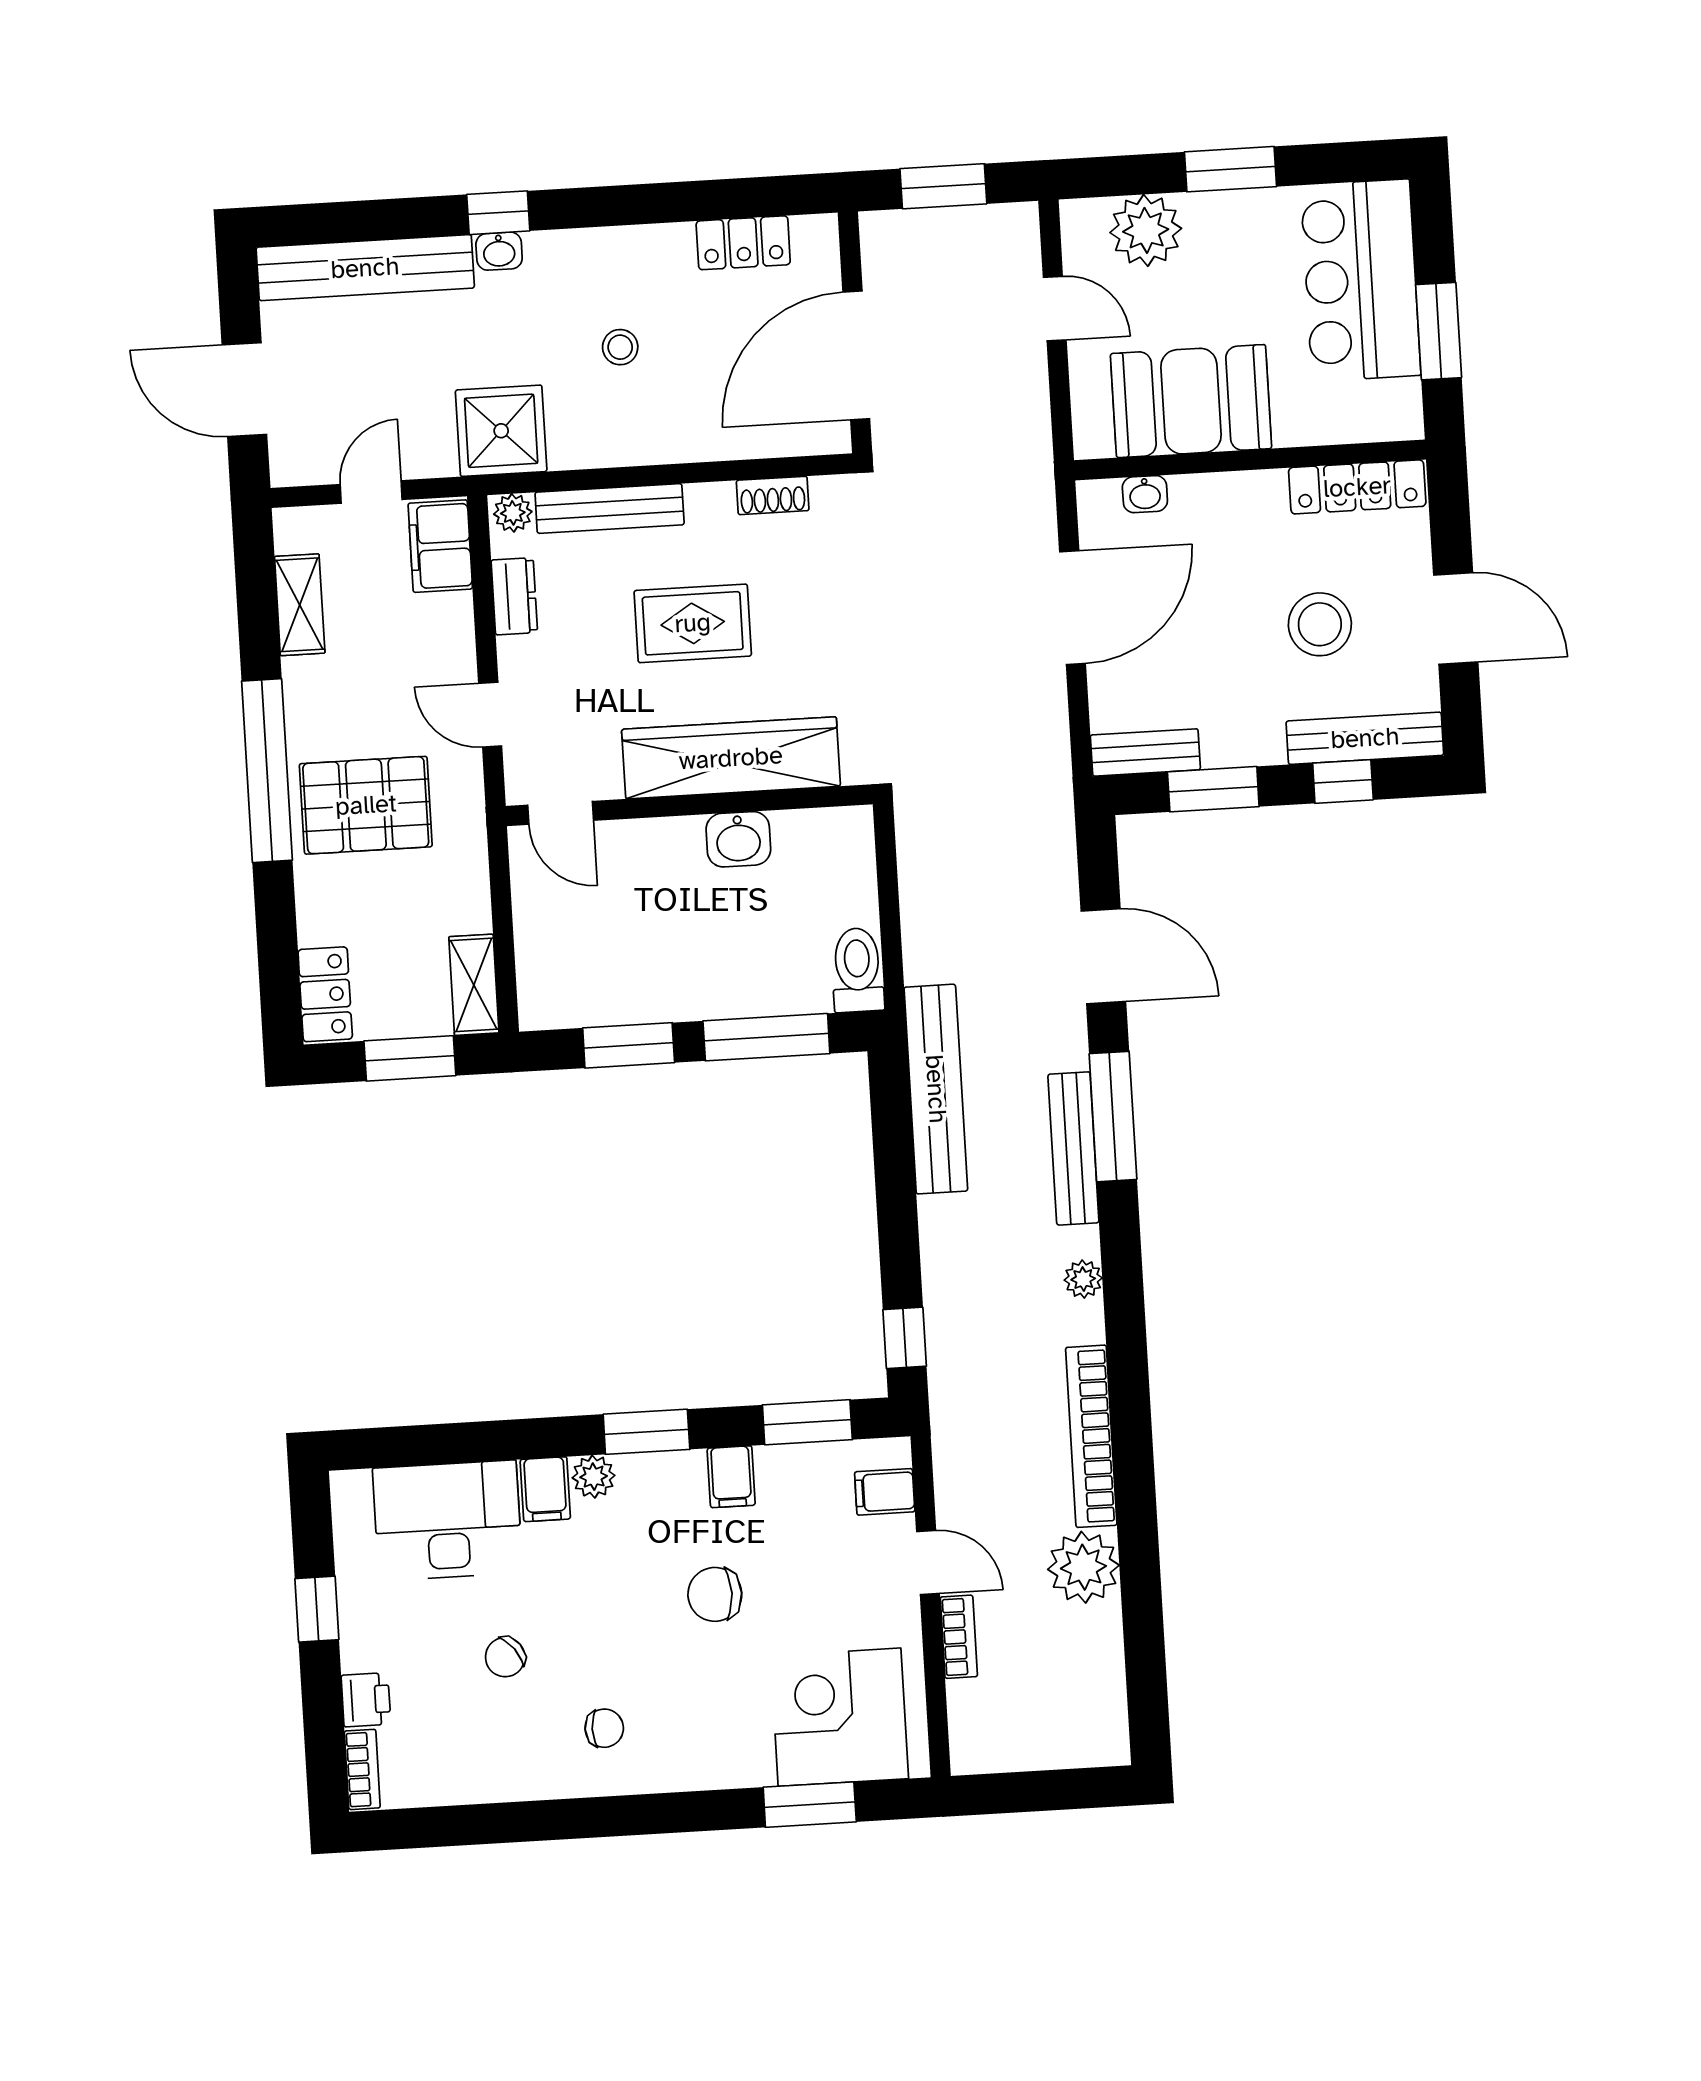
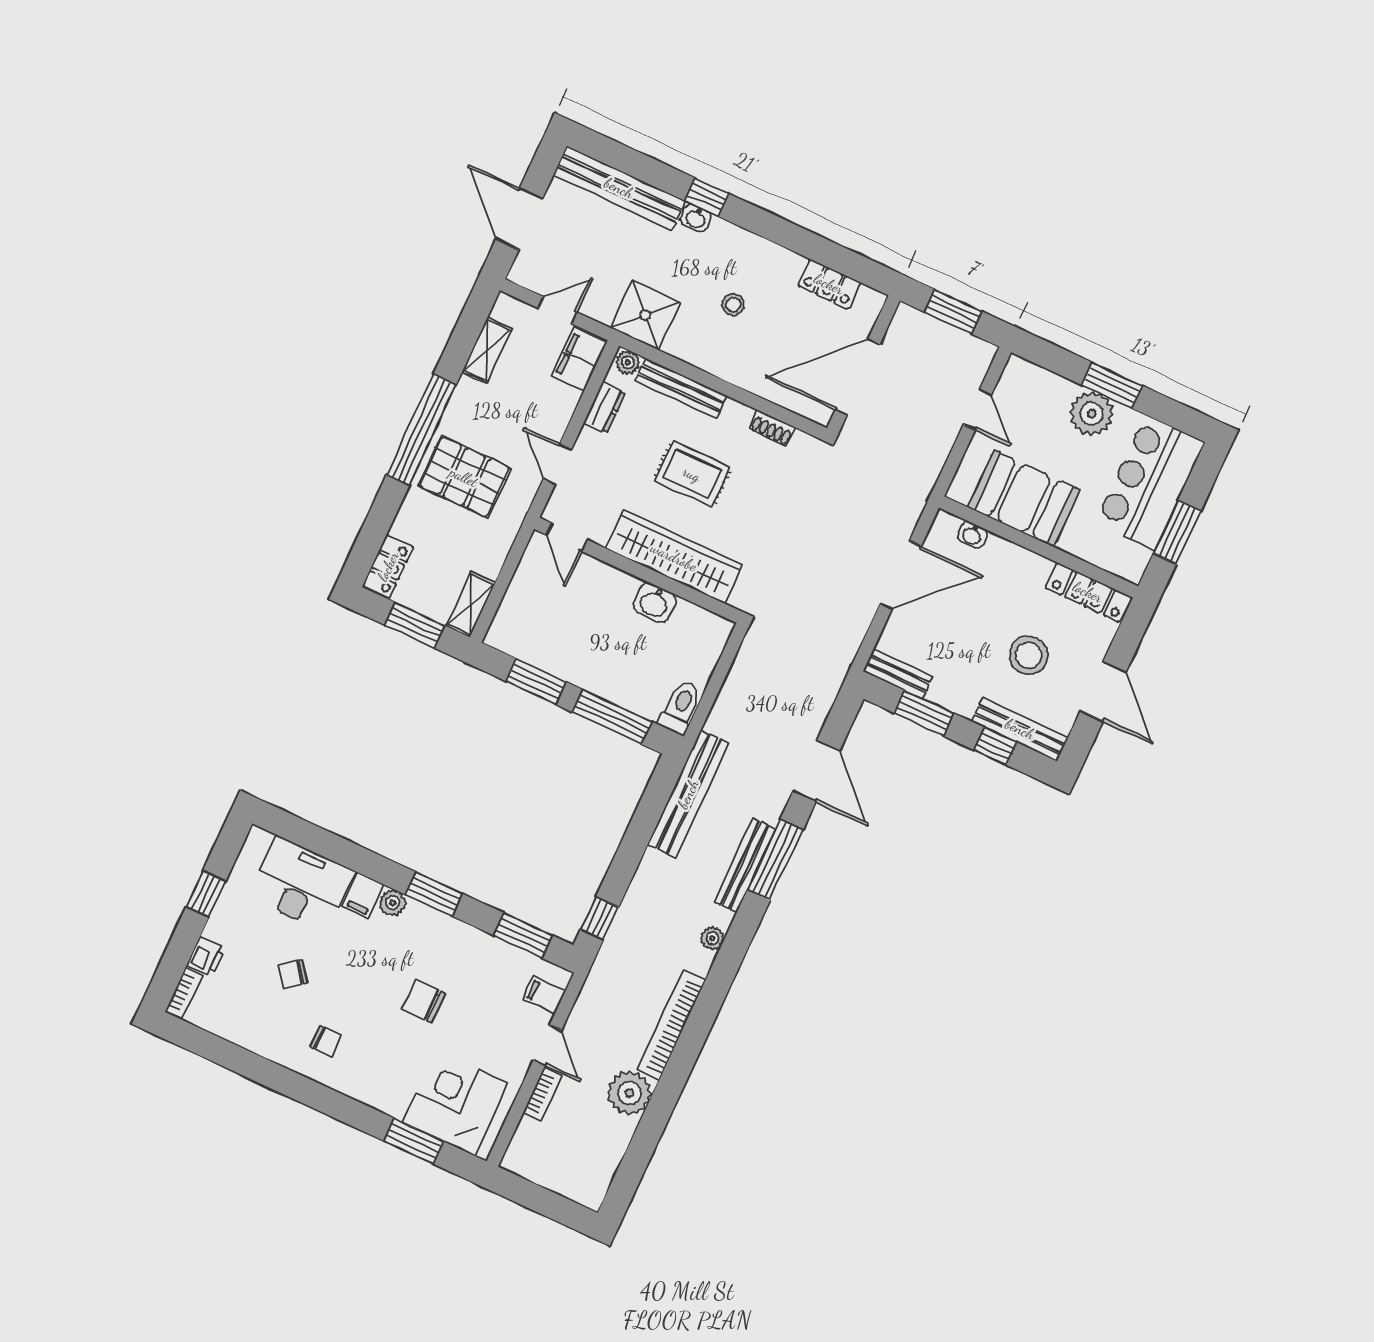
plant: (1146, 230) -> (1092, 414), moved
filing cabinet: (731, 1477) -> (466, 943), removed

